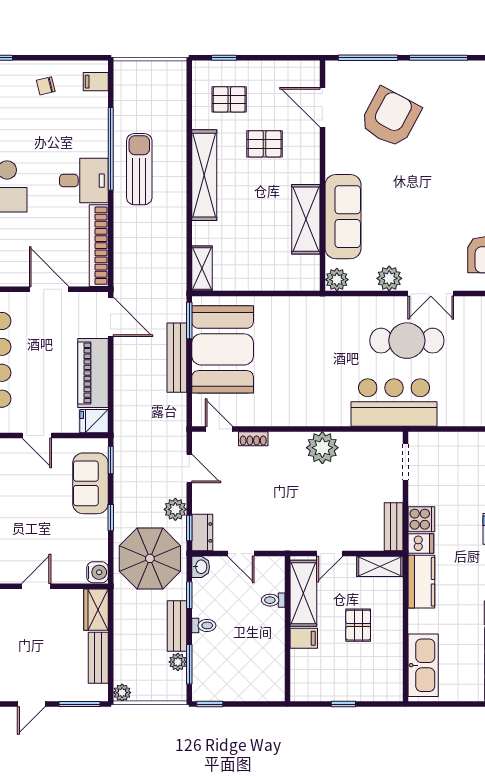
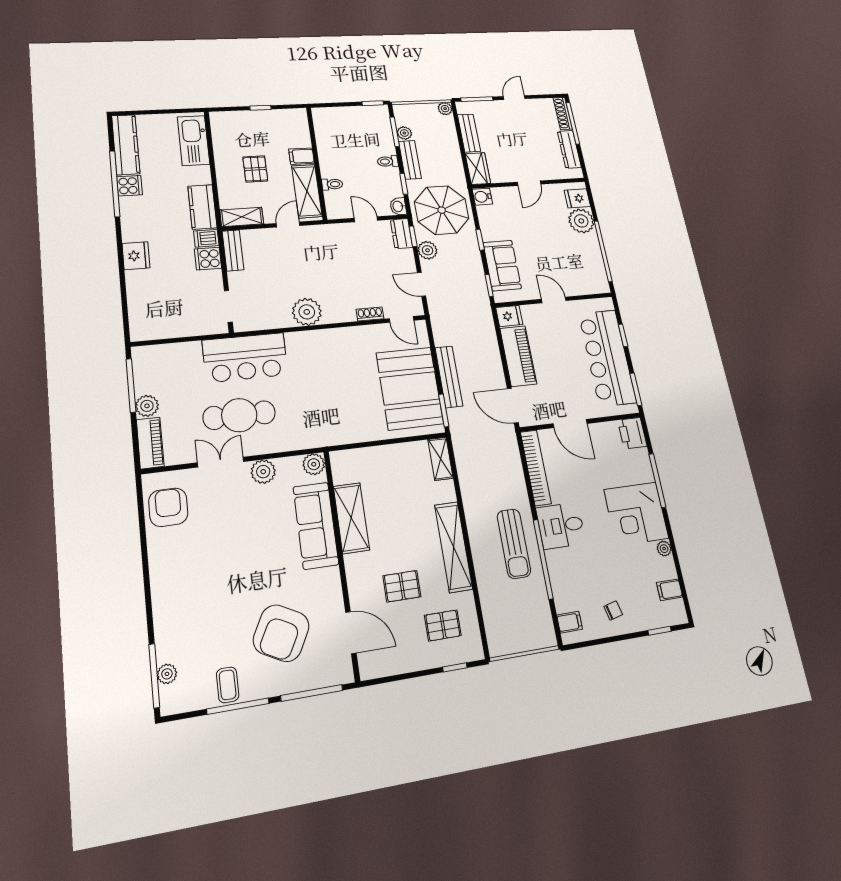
coffee table: (446, 78) -> (228, 685), added

